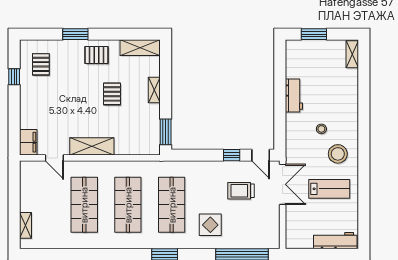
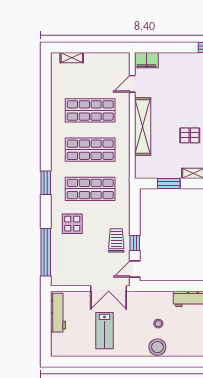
window: (166, 132) -> (169, 184), moved
shelving: (92, 146) -> (143, 127), width x1.47
stool: (338, 154) -> (157, 347), moved
trolley: (241, 191) -> (116, 240), moved
workbench: (335, 241) -> (58, 313), moved

